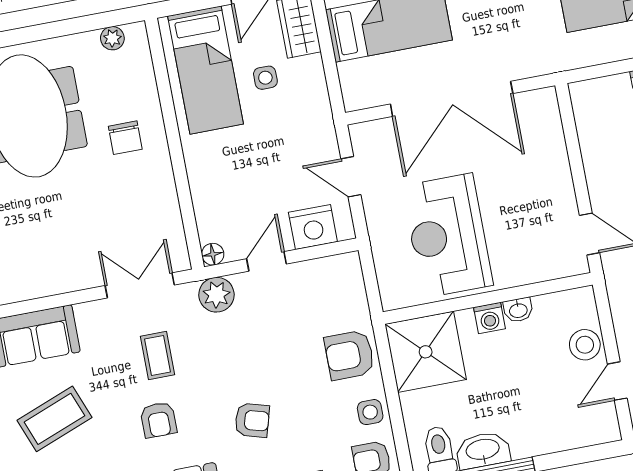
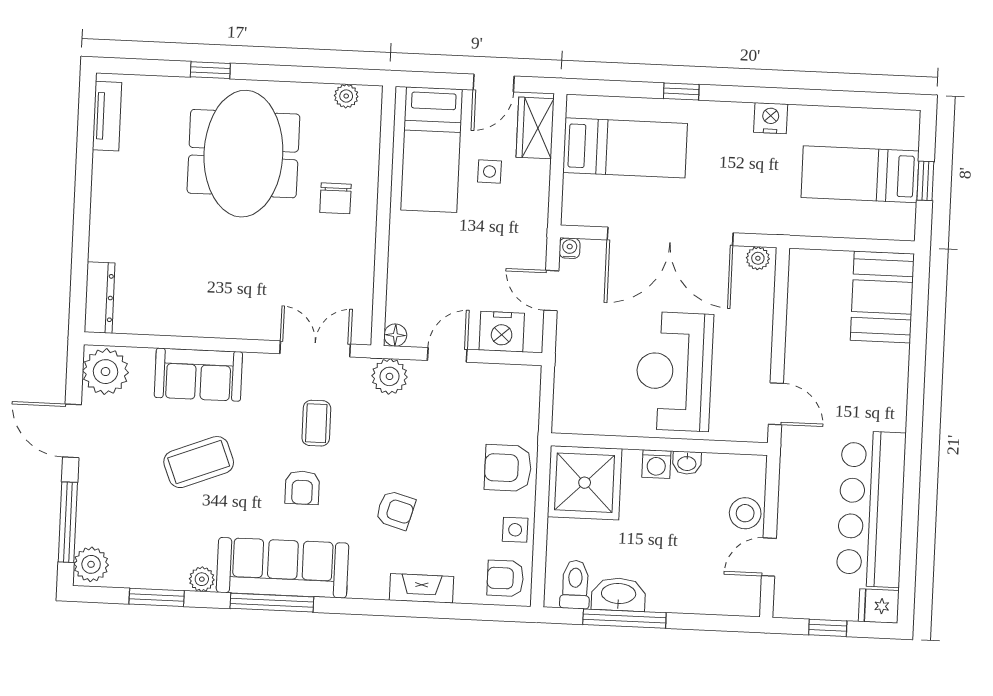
plant: (540, 100) -> (758, 258), added
water cooler: (359, 133) -> (570, 248), added
reception desk: (448, 236) -> (674, 371), moved

